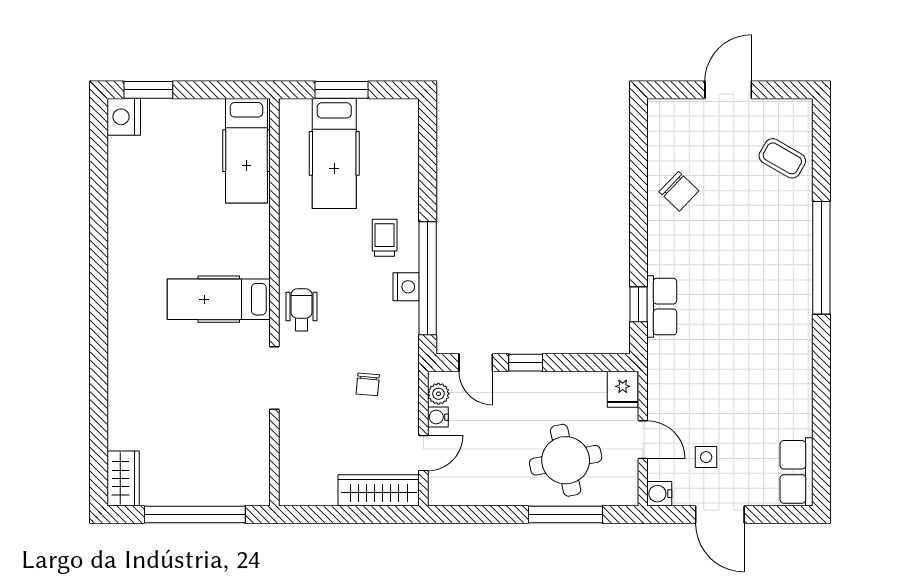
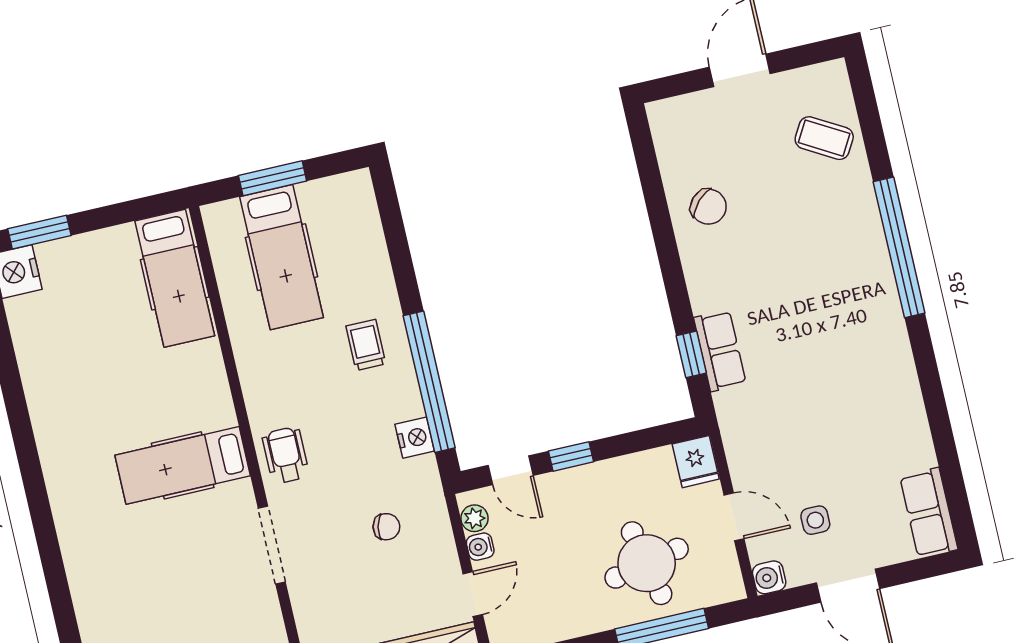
nightstand: (406, 287) -> (415, 438), moved
chair: (368, 384) -> (386, 527), turned -83

